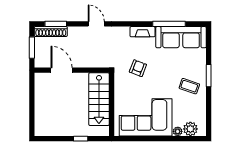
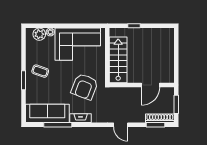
armchair: (138, 68) -> (85, 87), width x1.88, depth x1.88
door: (62, 70) -> (150, 85), hinge flipped

